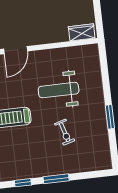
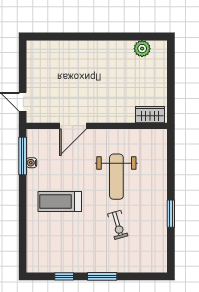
weight bench: (59, 90) -> (116, 177), turned -90

